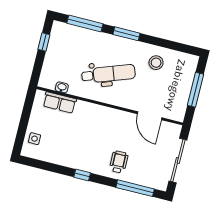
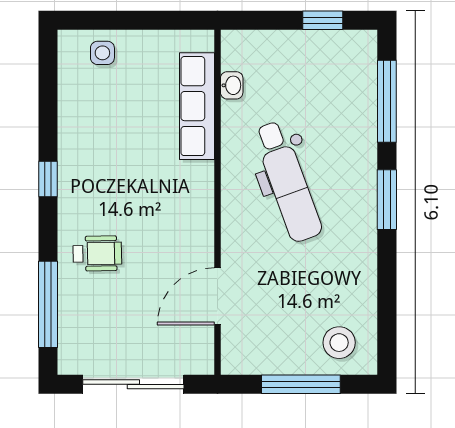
stool: (156, 63) -> (339, 343), moved
row of seats: (60, 102) -> (197, 106), width x1.48

